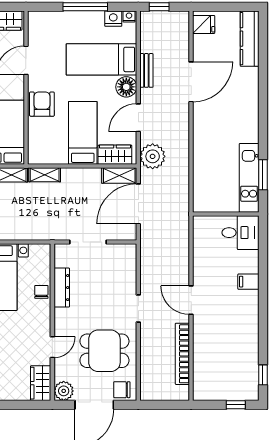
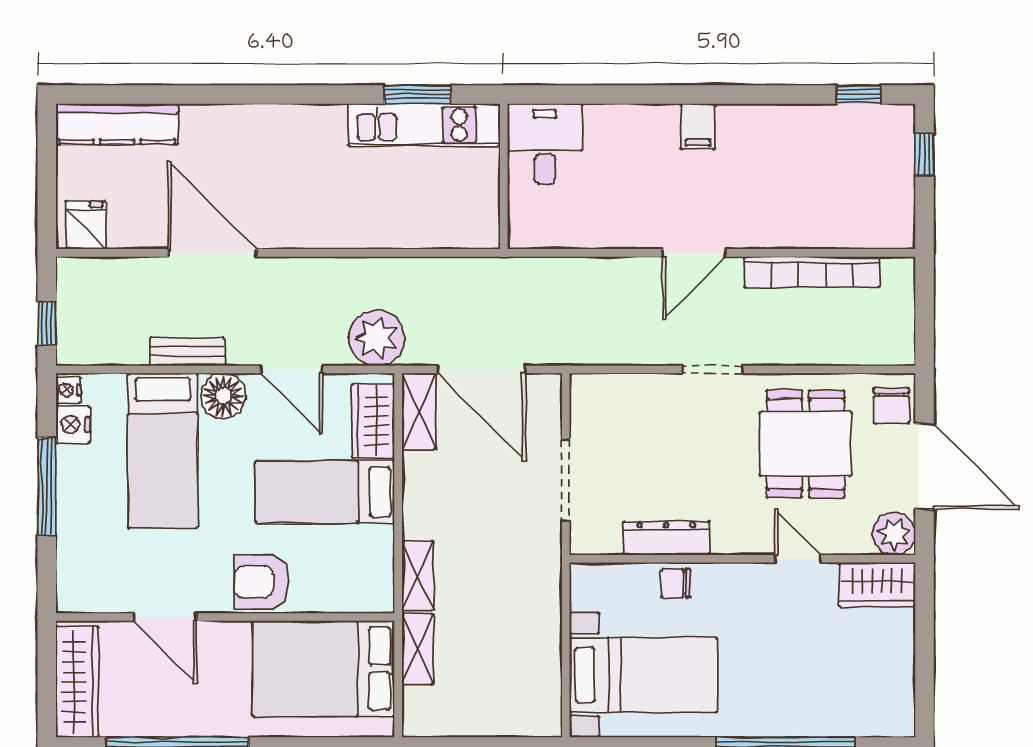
filing cabinet: (248, 282) -> (698, 126), moved

